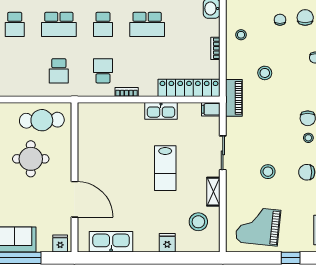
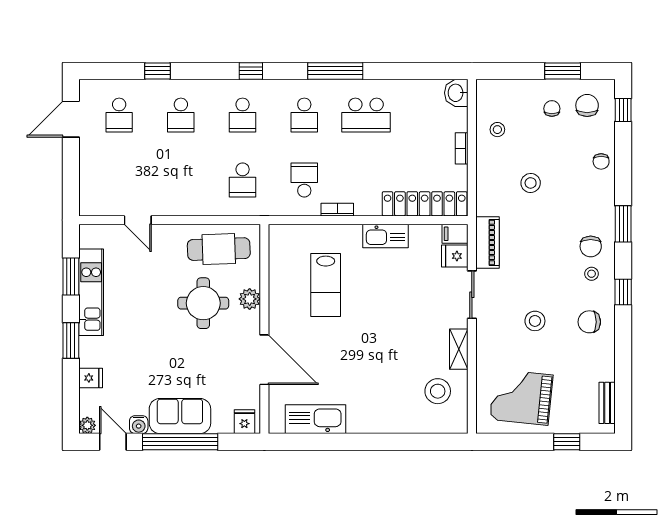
school desk: (59, 24) -> (243, 115), width x0.54
piano: (234, 98) -> (488, 243), moved
plant: (64, 156) -> (250, 299), added
lab bench: (165, 168) -> (326, 285), moved
fridge: (167, 243) -> (455, 256), moved, turned -90

